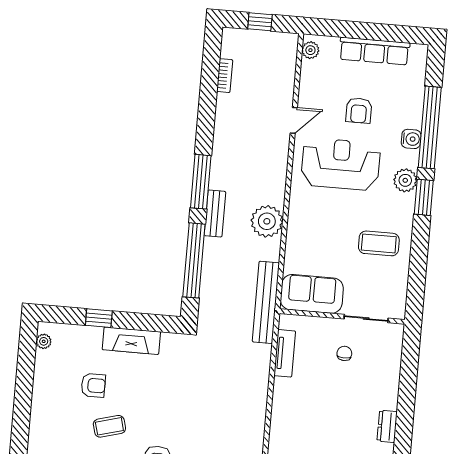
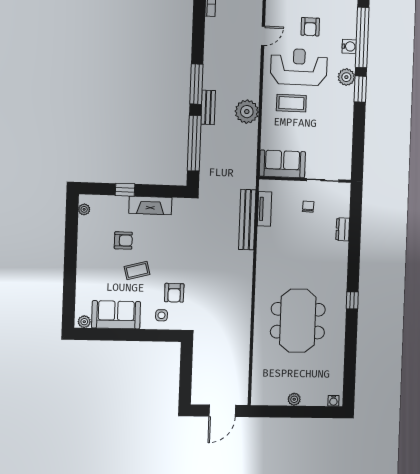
coffee table: (379, 243) -> (291, 103), moved
bench: (266, 302) -> (247, 220), moved
dresser: (387, 426) -> (343, 229), moved

